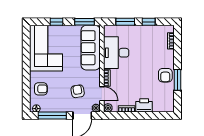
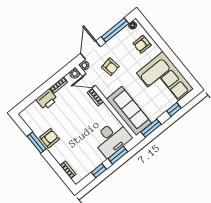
desk: (116, 53) -> (112, 138), moved, turned 90
armchair: (165, 75) -> (50, 138), turned 90

